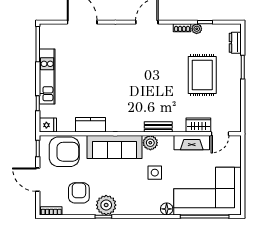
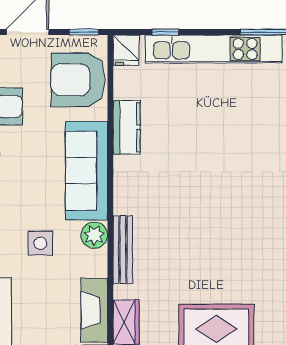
kitchen unit: (47, 77) -> (214, 49), width x1.36
bench: (158, 127) -> (123, 250), width x1.36
armchair: (64, 152) -> (78, 80), turned 90

